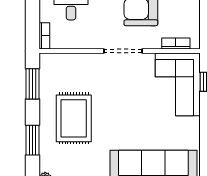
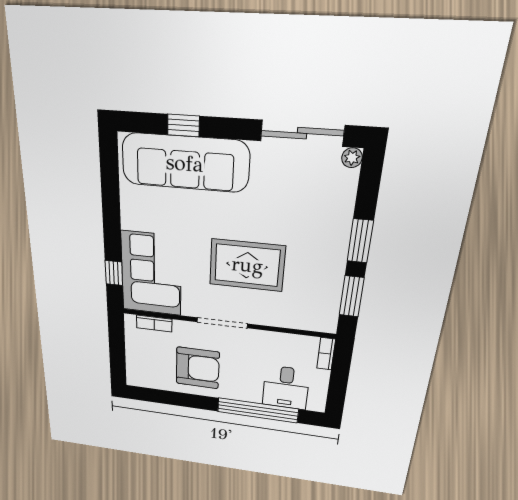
rug: (74, 118) -> (247, 265), moved, turned 90
window: (32, 140) -> (360, 241), moved

